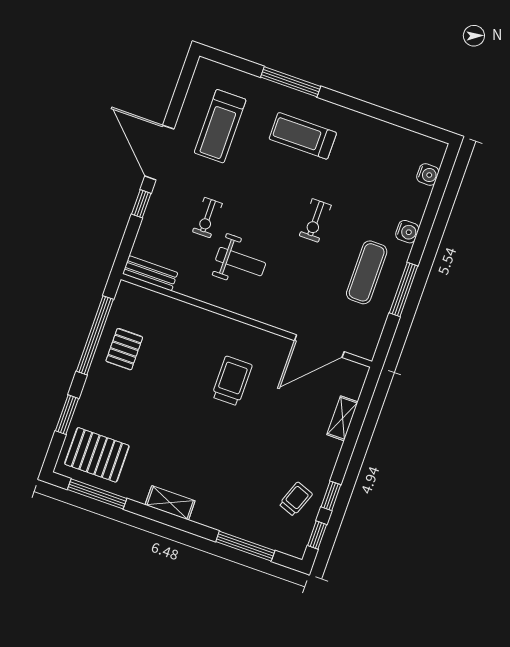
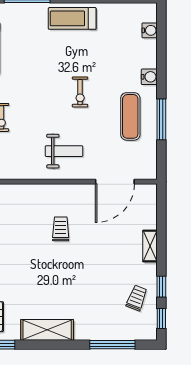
treadmill: (303, 136) -> (72, 18), moved
weight bench: (241, 262) -> (64, 151), moved
trolley: (232, 381) -> (61, 229), width x0.73, depth x0.72
shelving: (342, 418) -> (150, 246), moved
shelving: (170, 503) -> (47, 330), width x1.50, depth x1.33

